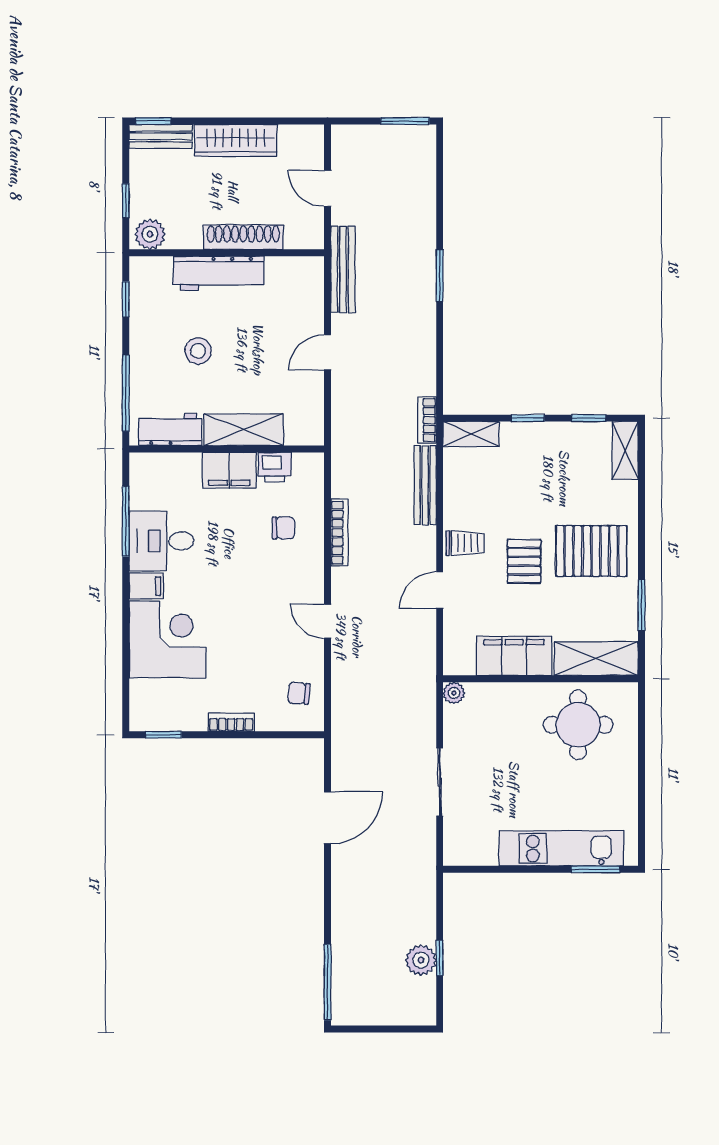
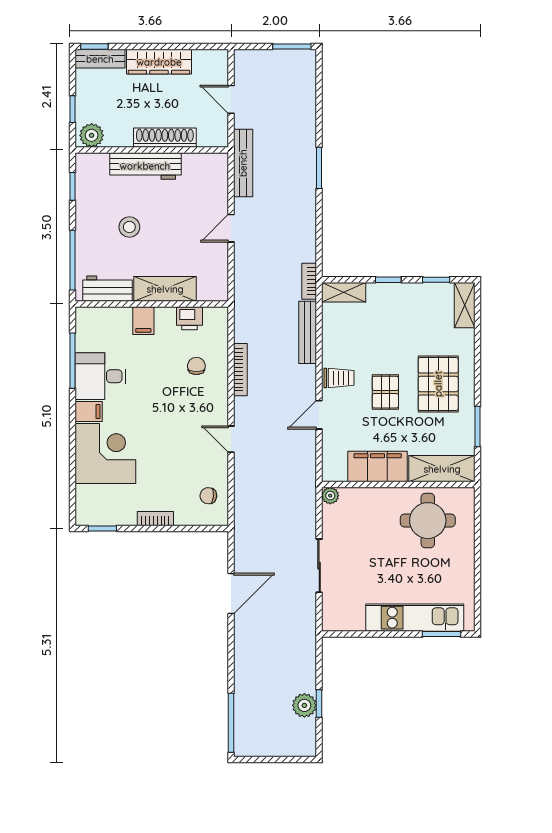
filing cabinet: (229, 470) -> (143, 321), width x0.50
chair: (283, 528) -> (196, 366), turned -90
pallet: (591, 551) -> (438, 384), turned 90

